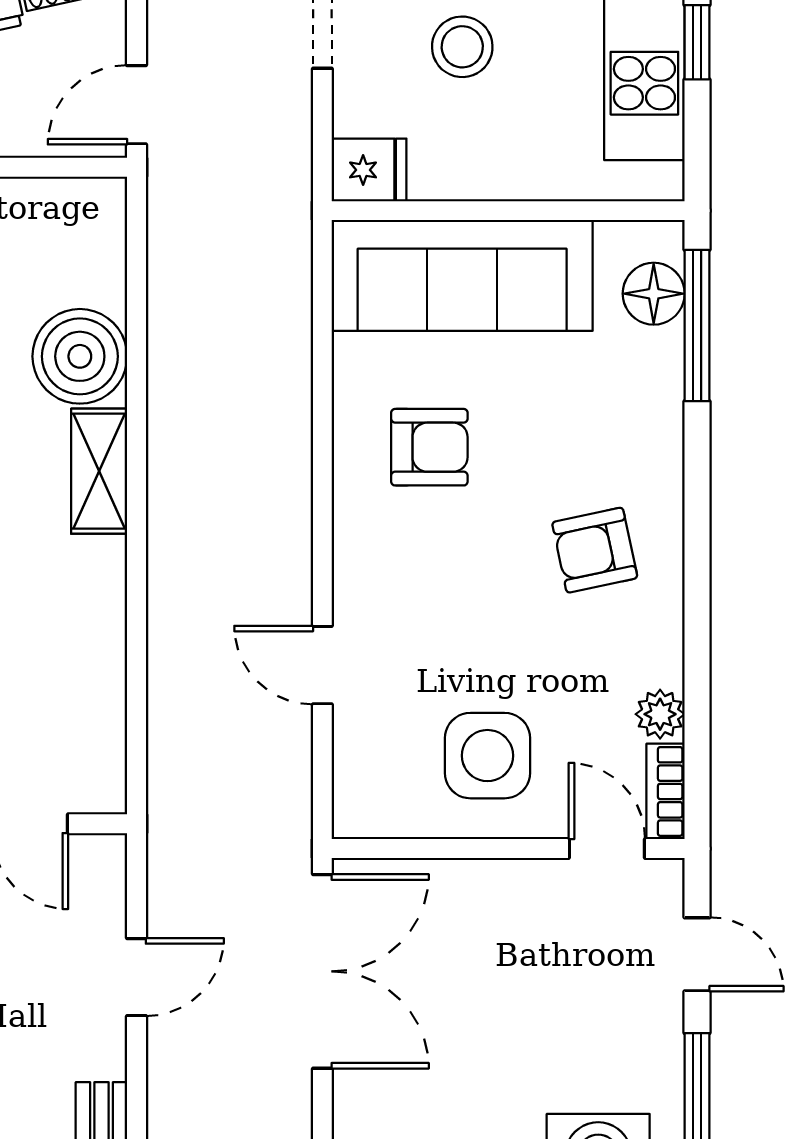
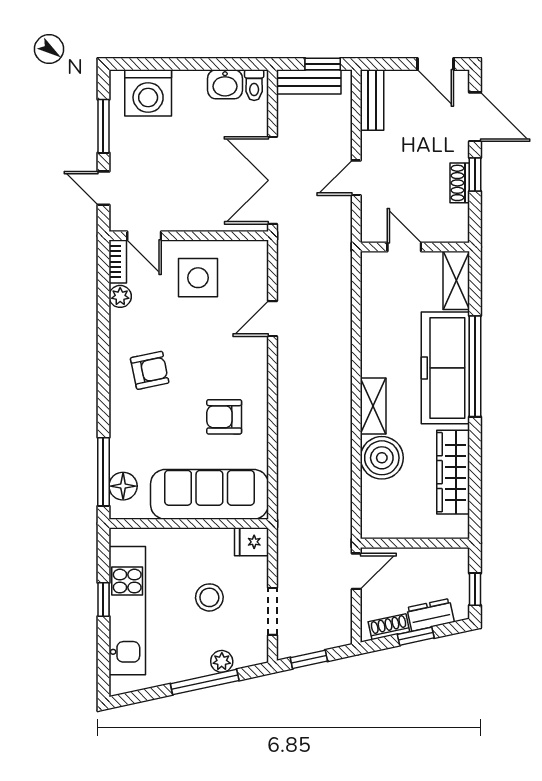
door: (322, 665) -> (272, 319), swing flipped

